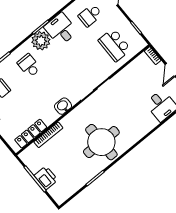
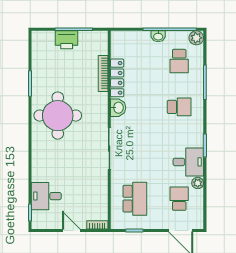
plant: (41, 41) -> (198, 183), moved, width x0.53, depth x0.53
school desk: (115, 45) -> (135, 199), turned 90
locker: (31, 134) -> (117, 78), moved

